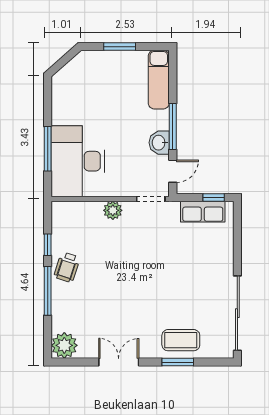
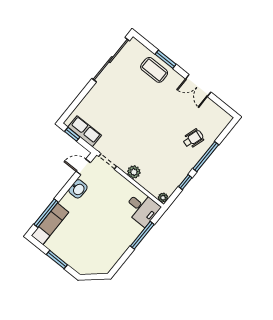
window: (173, 127) -> (46, 213), moved
desk: (78, 161) -> (142, 208), width x0.53, depth x0.77
wheelchair: (67, 267) -> (193, 139), moved
plant: (64, 345) -> (163, 198), moved, width x0.53, depth x0.53

